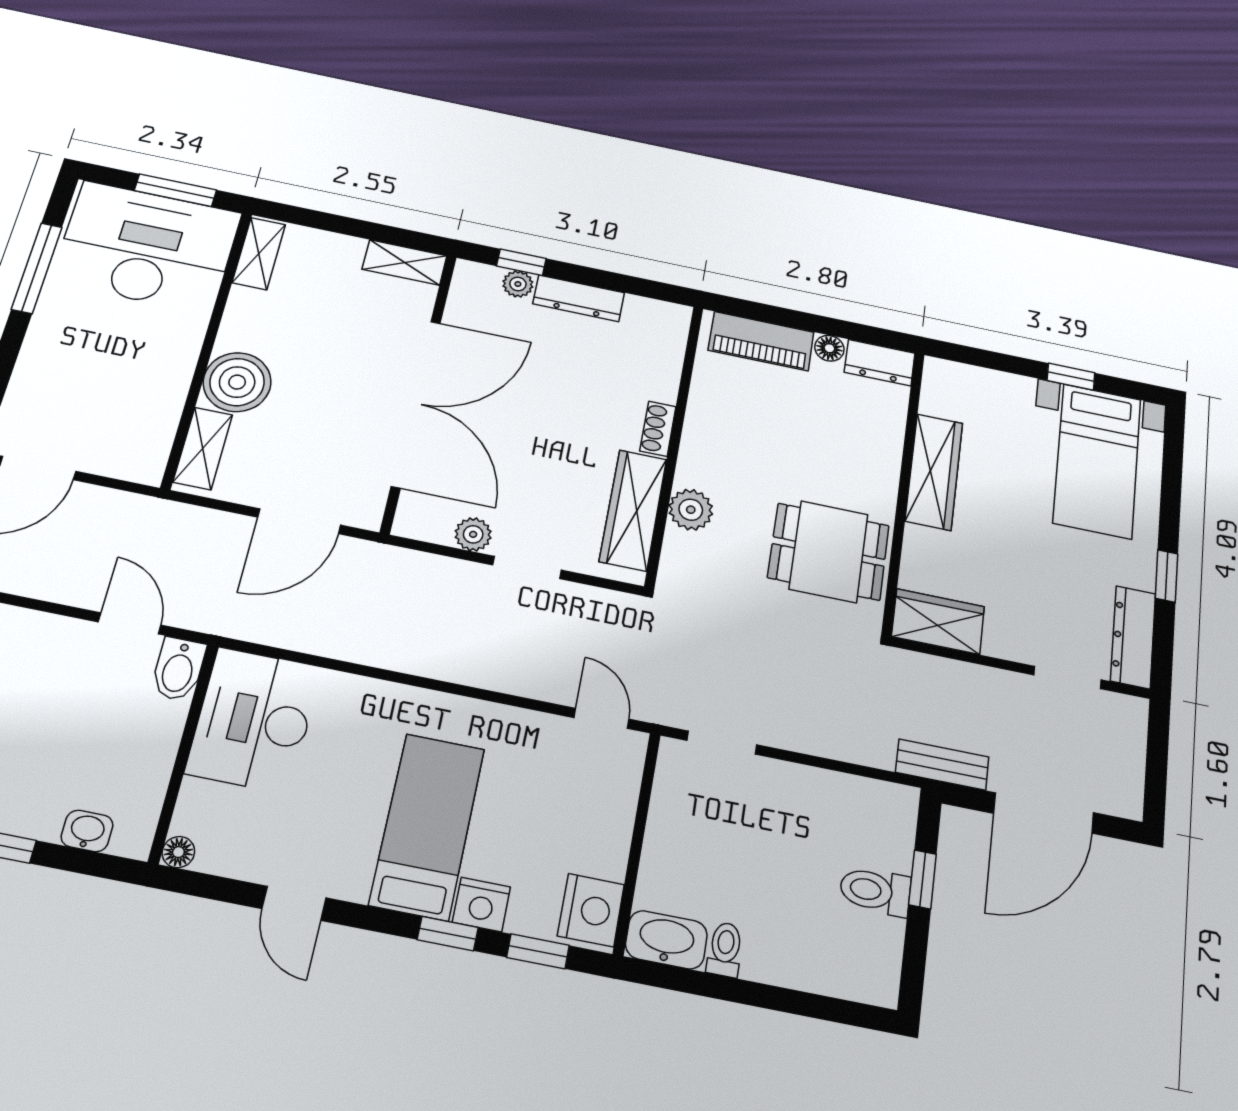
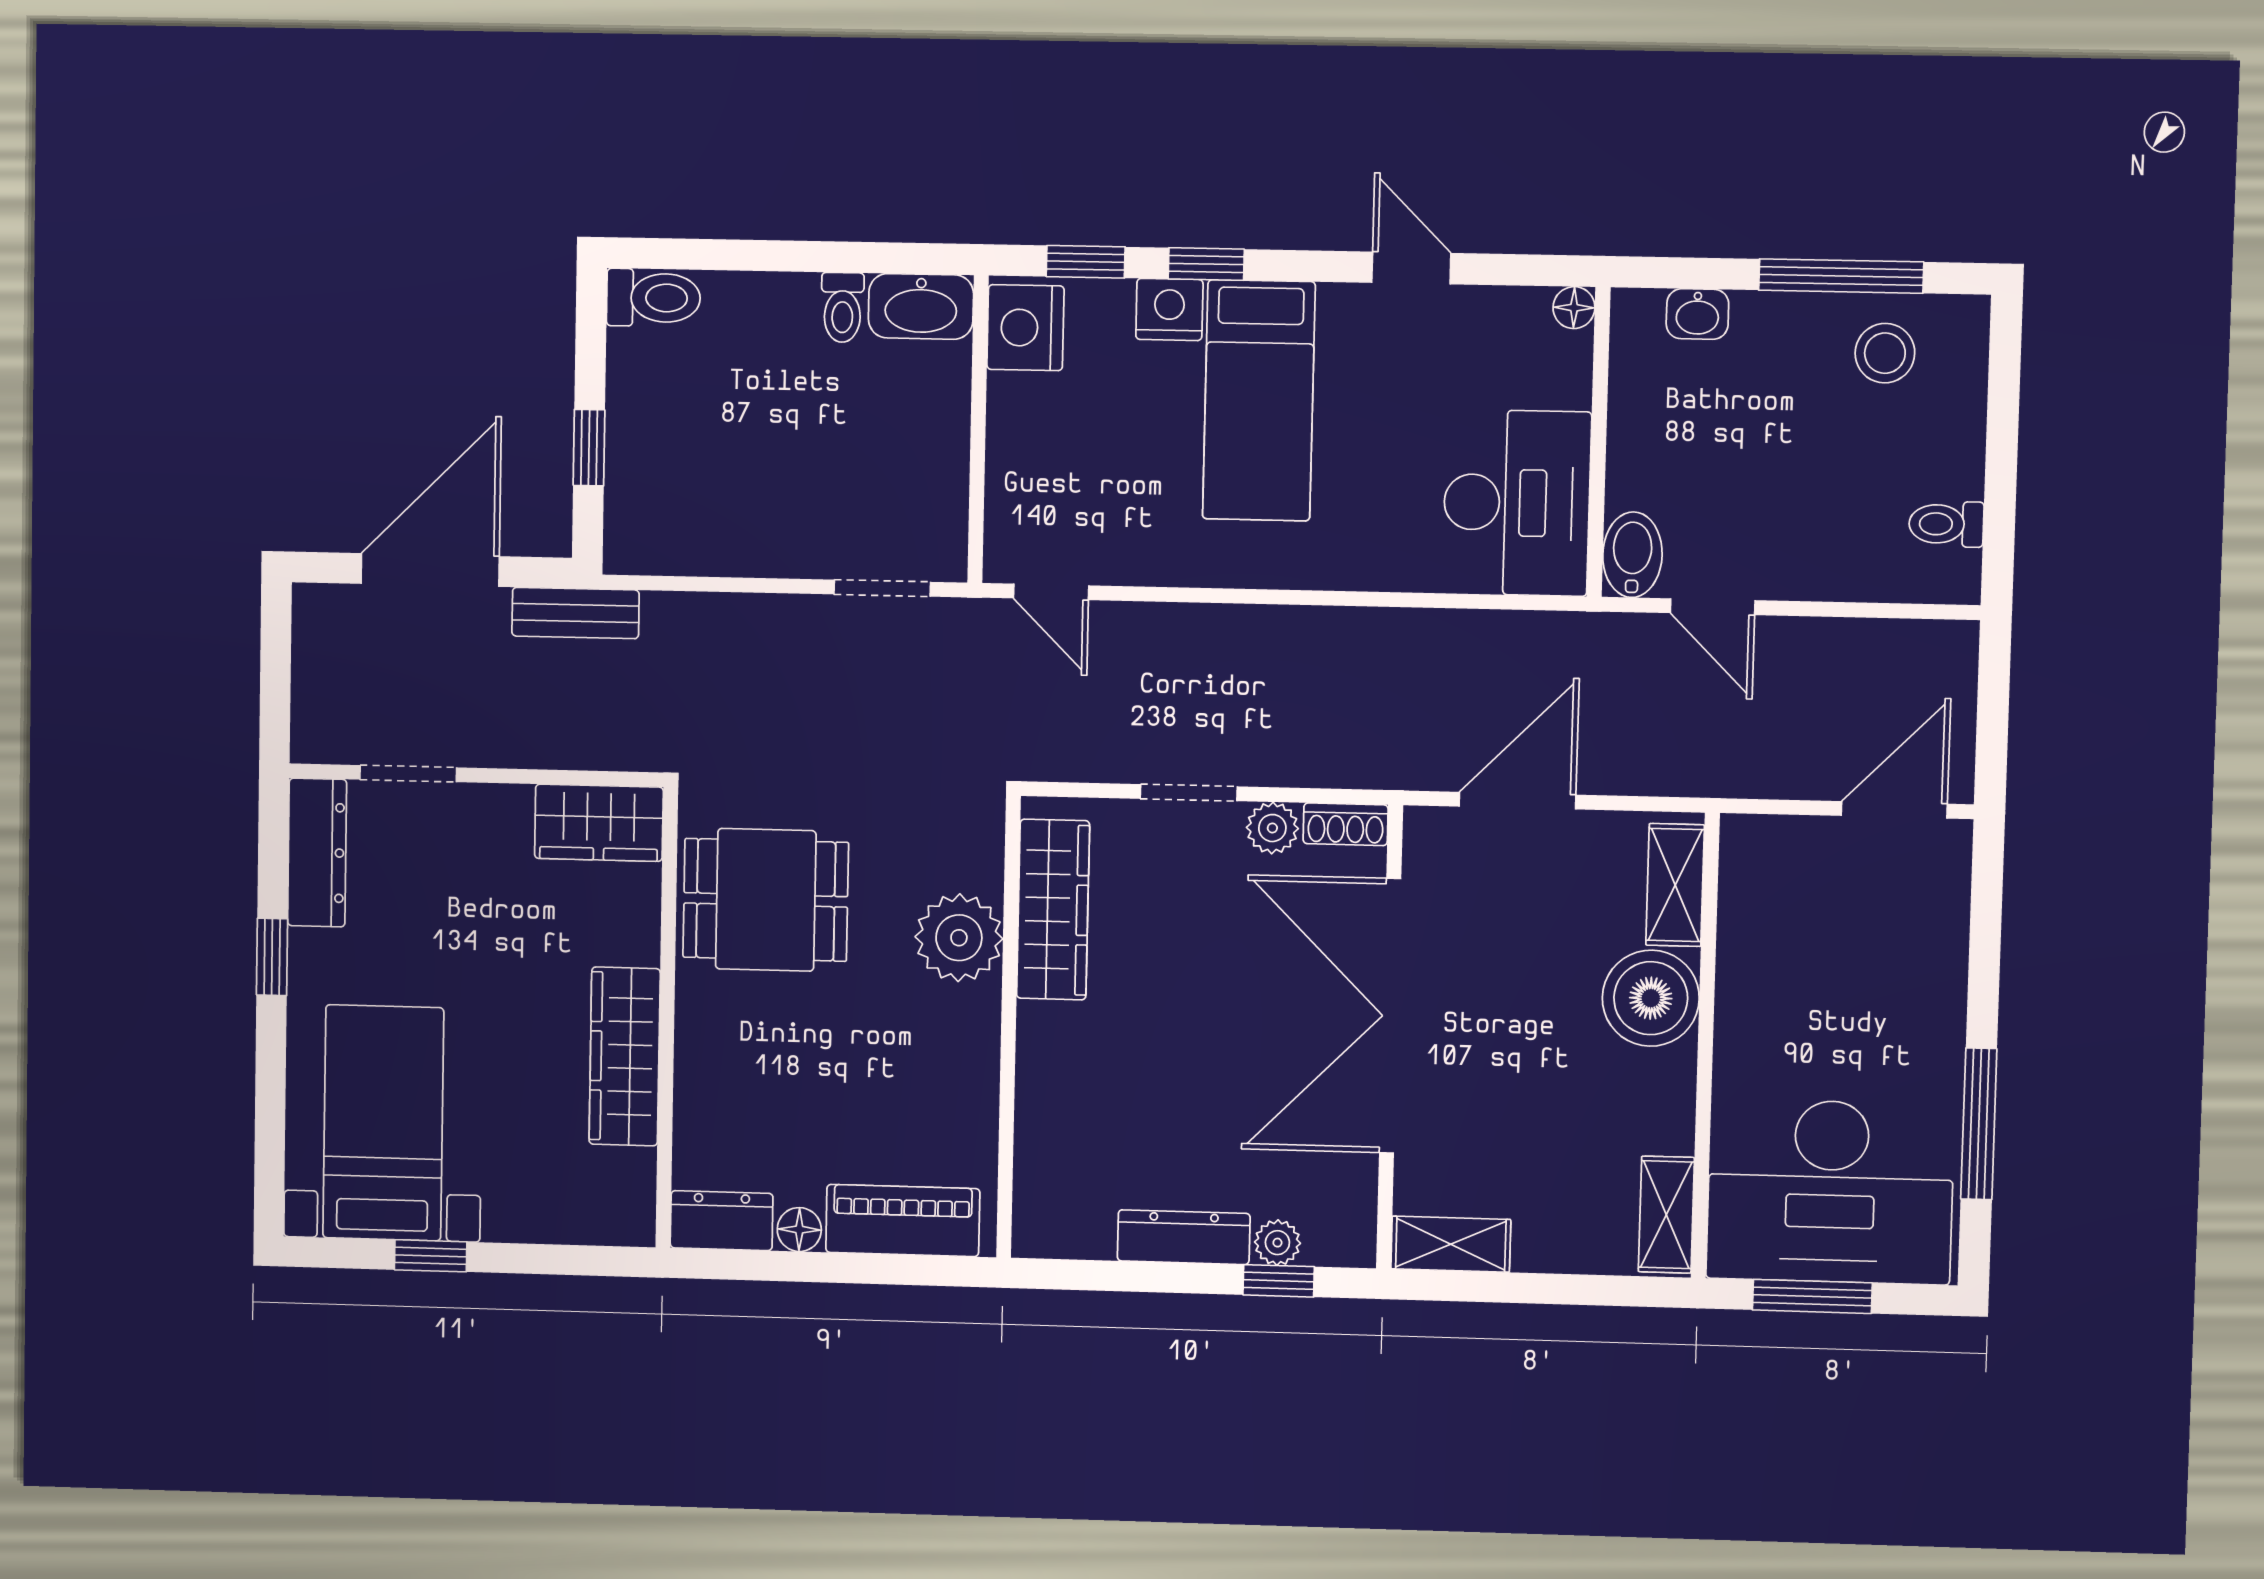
shoe rack: (658, 429) -> (1346, 824), moved, turned 90
plant: (691, 510) -> (959, 938), width x1.36, depth x1.36
toilet: (875, 891) -> (653, 298), moved

